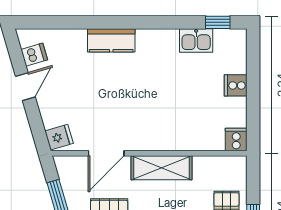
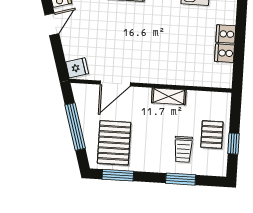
cooker: (236, 139) -> (225, 53), moved, turned -90
shelving: (161, 168) -> (169, 96), width x0.67, depth x0.75

